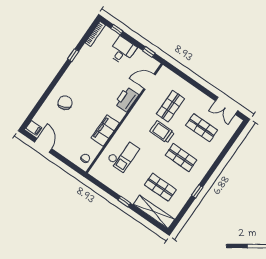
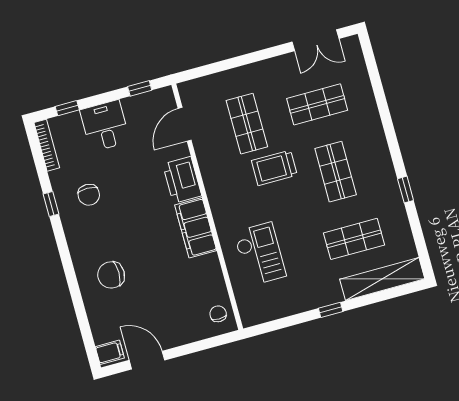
chair: (89, 67) -> (89, 195), added
chair: (65, 103) -> (111, 275), turned -66
filing cabinet: (105, 131) -> (196, 228), moved
shop shelf: (181, 158) -> (336, 172), turned 90

